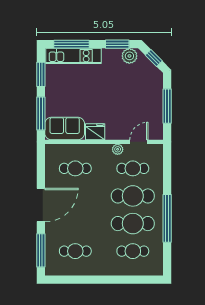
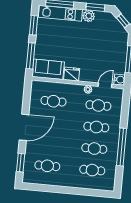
plant: (129, 56) -> (89, 16), moved
water cooler: (157, 133) -> (120, 80), added
cafe table: (133, 196) -> (96, 127), width x0.73, depth x0.74
cafe table: (133, 224) -> (94, 149), width x0.73, depth x0.74
window: (41, 250) -> (21, 163), width x0.69

